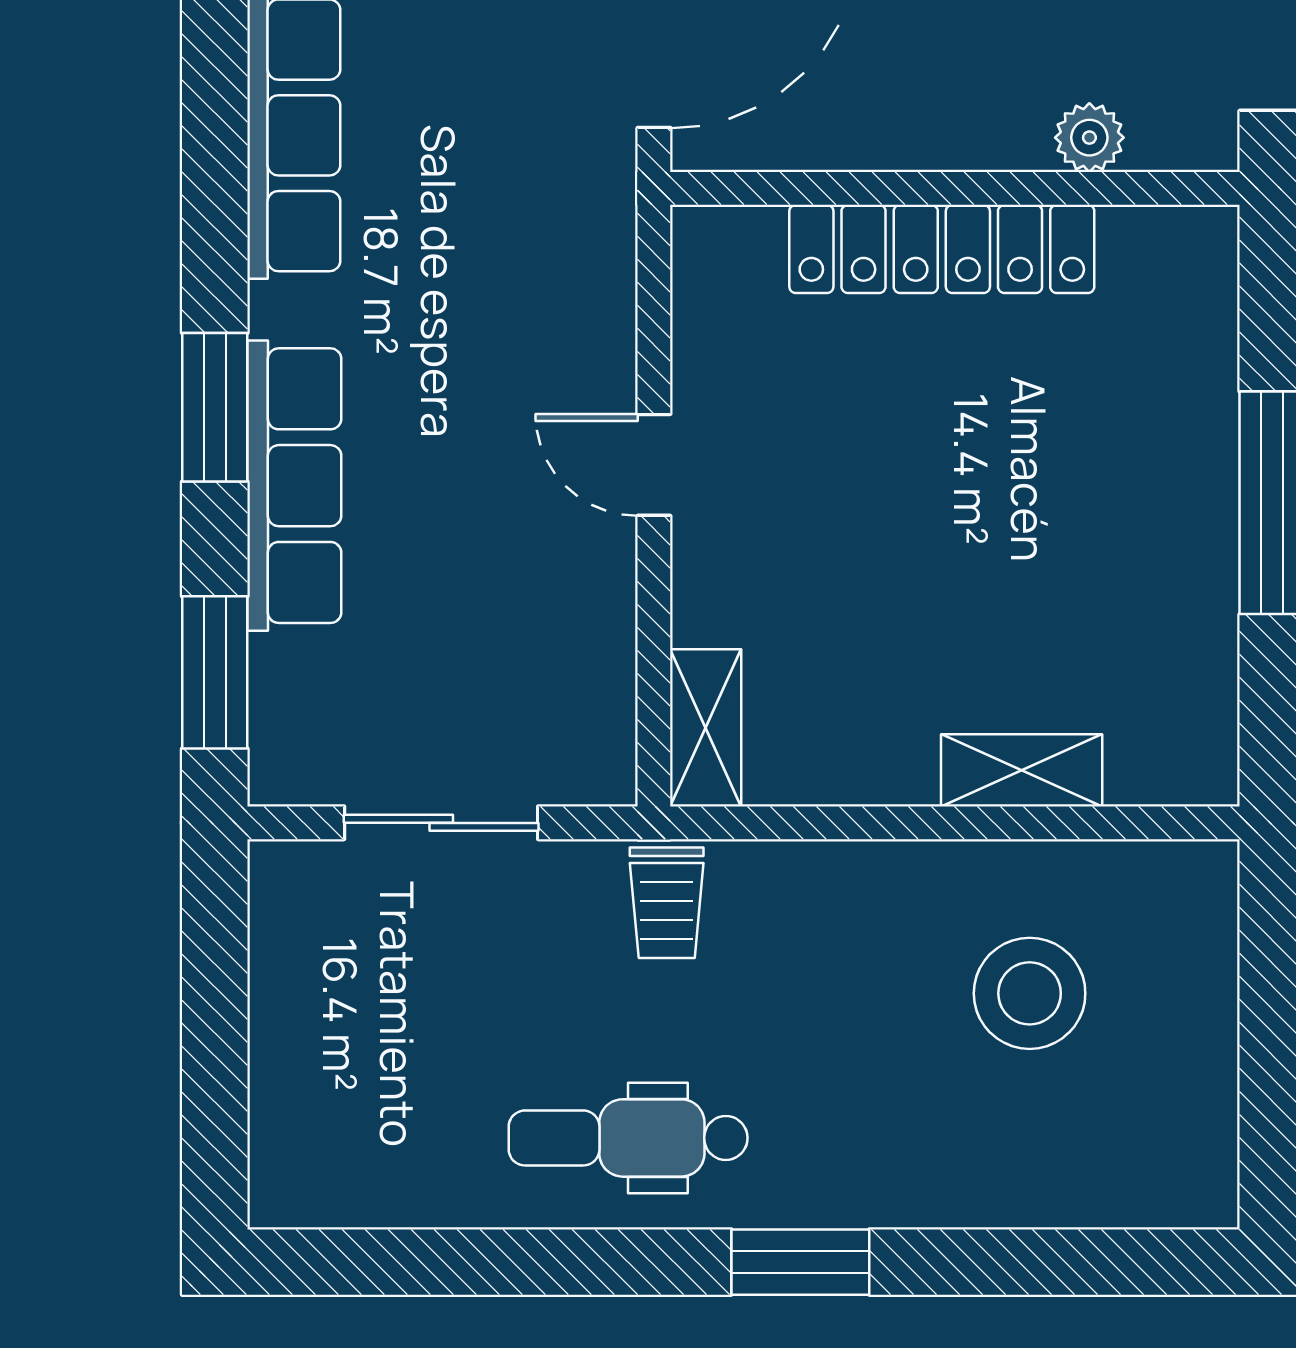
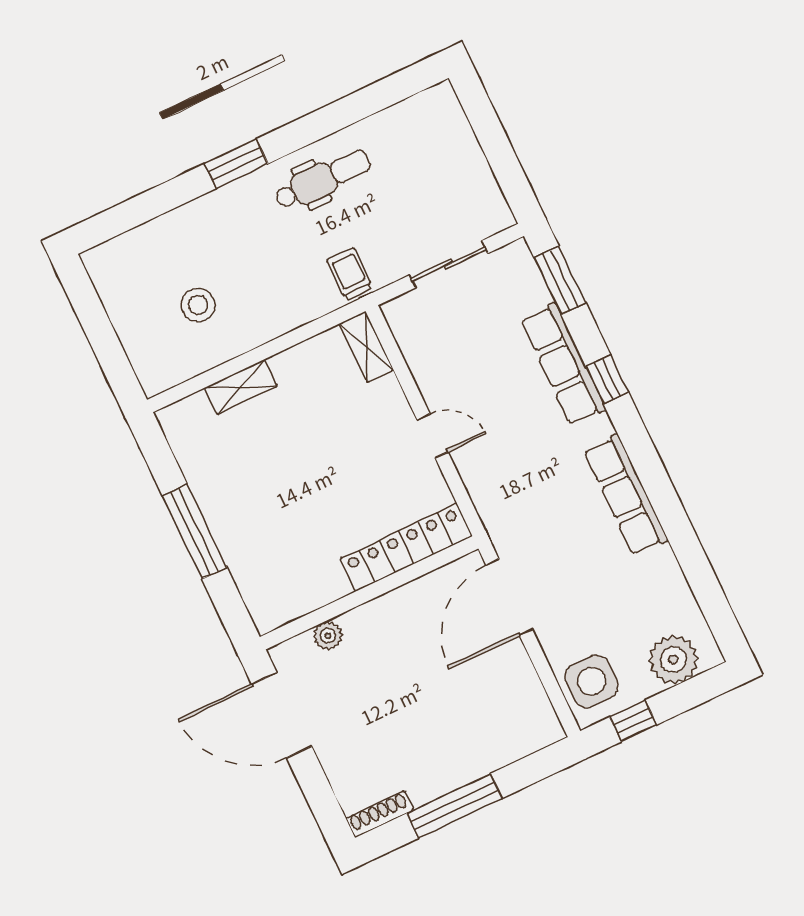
locker: (942, 249) -> (406, 547), moved
window: (215, 407) -> (607, 379), width x0.67
stool: (1030, 993) -> (198, 305), width x0.73, depth x0.73

